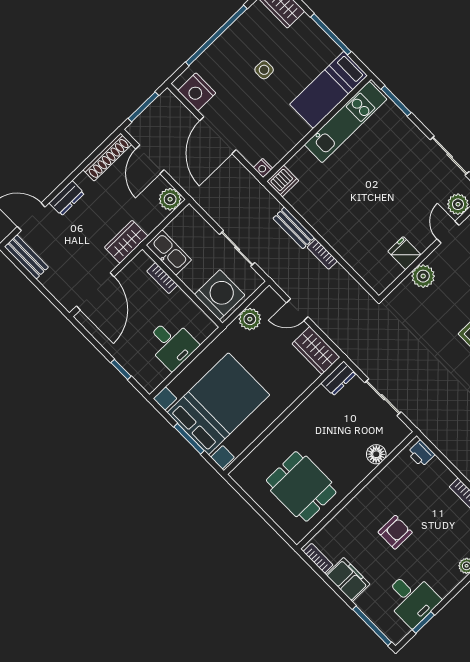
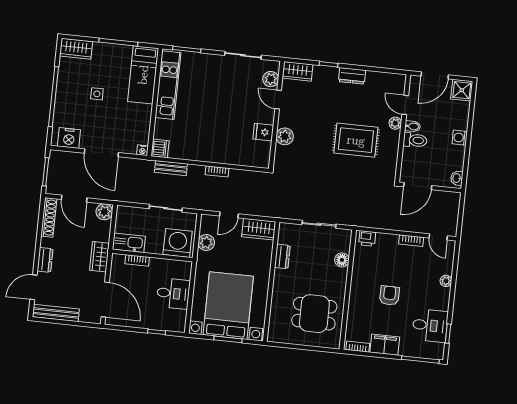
bench: (294, 228) -> (171, 168), moved
bench: (26, 257) -> (56, 313), width x1.36
dresser: (338, 378) -> (282, 256), moved

